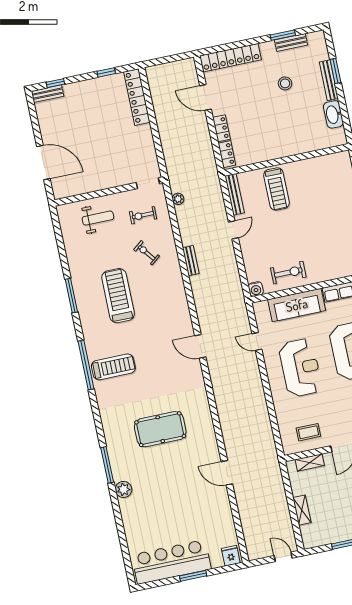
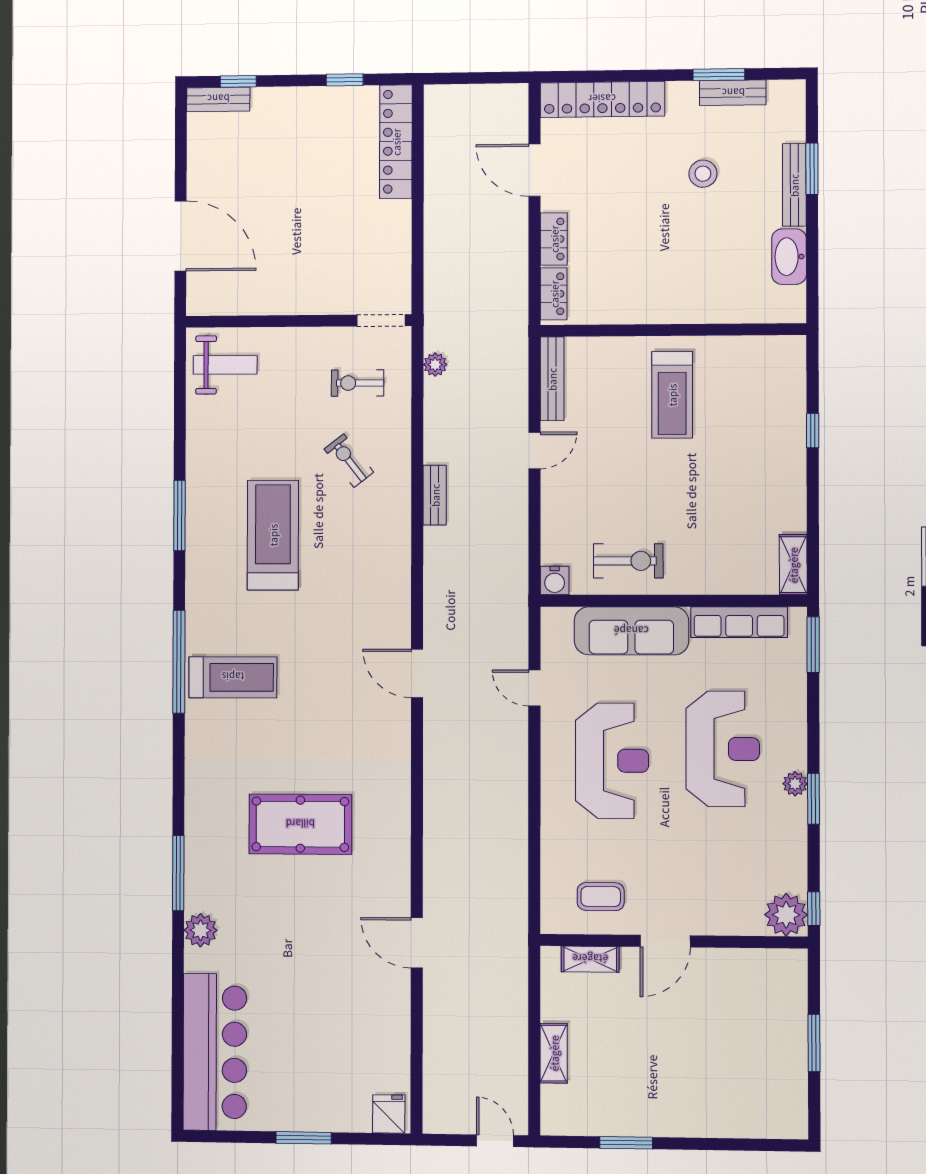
treadmill: (277, 189) -> (672, 395), moved
weight bench: (98, 218) -> (225, 365), moved
bar counter: (171, 562) -> (215, 1052), moved, turned 90

